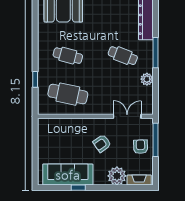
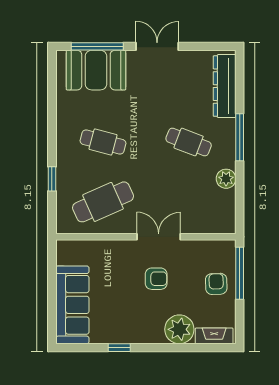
cafe table: (68, 94) -> (103, 202), turned -36
double door: (127, 116) -> (159, 237), moved
armchair: (102, 143) -> (156, 279), turned -145
sofa: (68, 175) -> (72, 305), moved, turned 90

